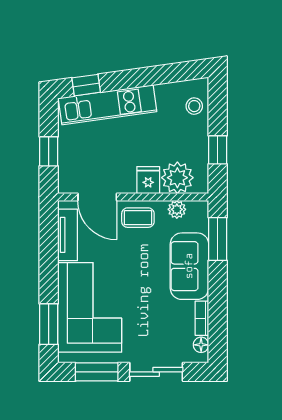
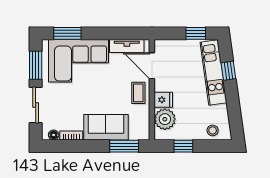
window: (86, 85) -> (228, 71), moved
window: (49, 151) -> (196, 33), moved
door: (97, 197) -> (152, 66), hinge flipped
plant: (177, 209) -> (144, 119), removed

